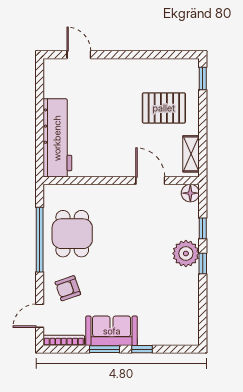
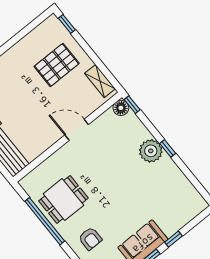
door: (150, 181) -> (77, 130), moved
window: (203, 228) -> (132, 105), moved
dining table: (72, 234) -> (63, 199), turned 90
armchair: (68, 288) -> (90, 239), turned -71

